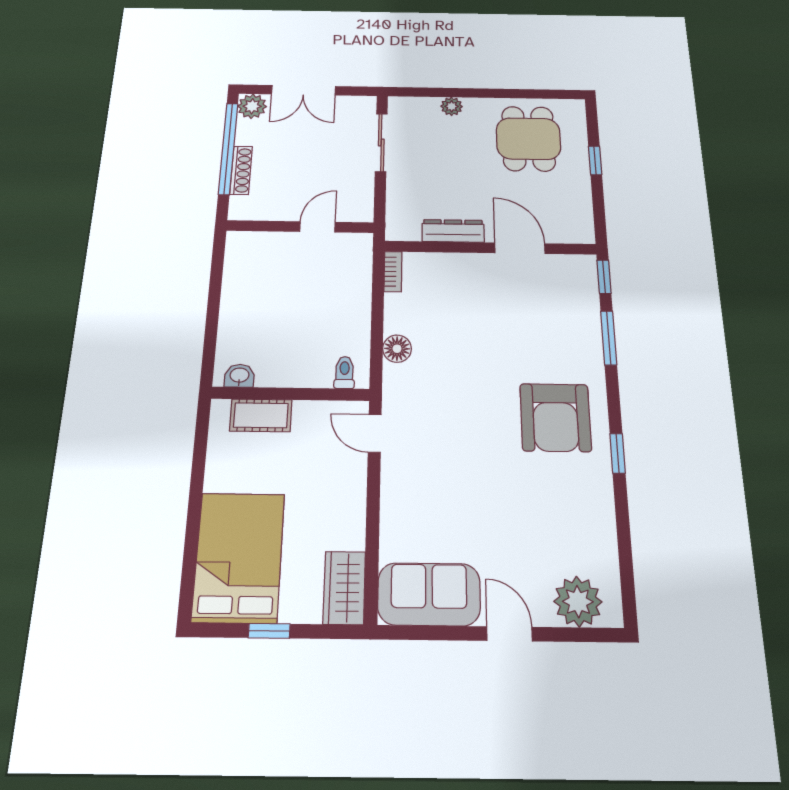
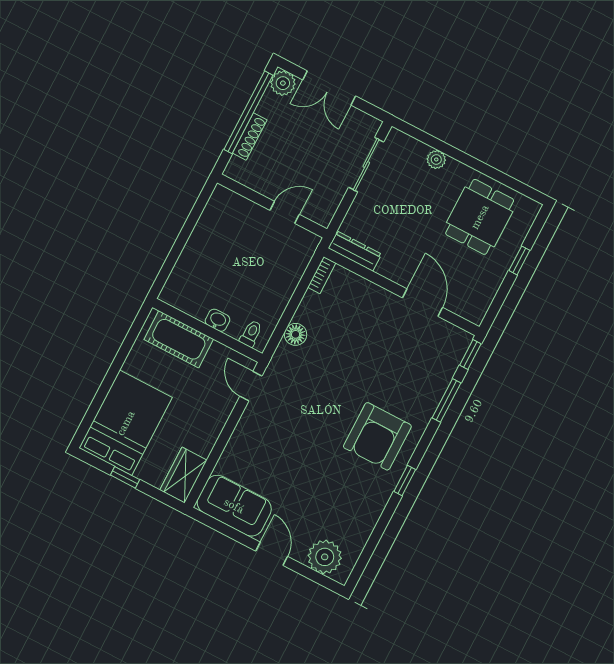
dresser: (453, 231) -> (355, 251), moved
washbasin: (239, 376) -> (218, 320), moved
cot: (261, 415) -> (179, 339), width x1.37, depth x1.34

